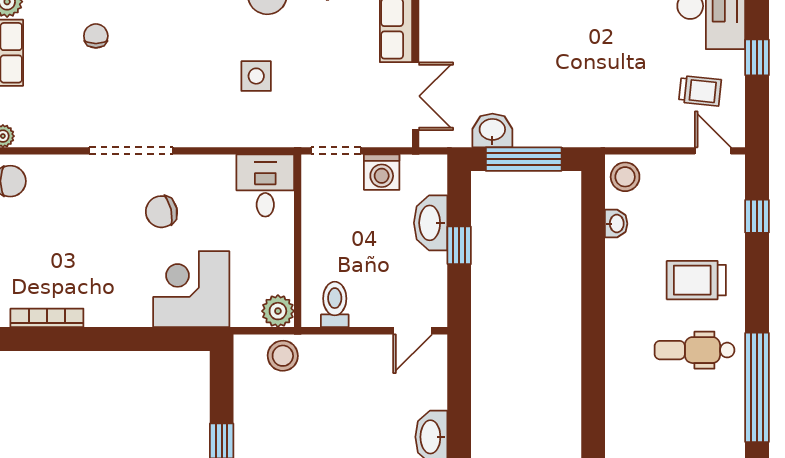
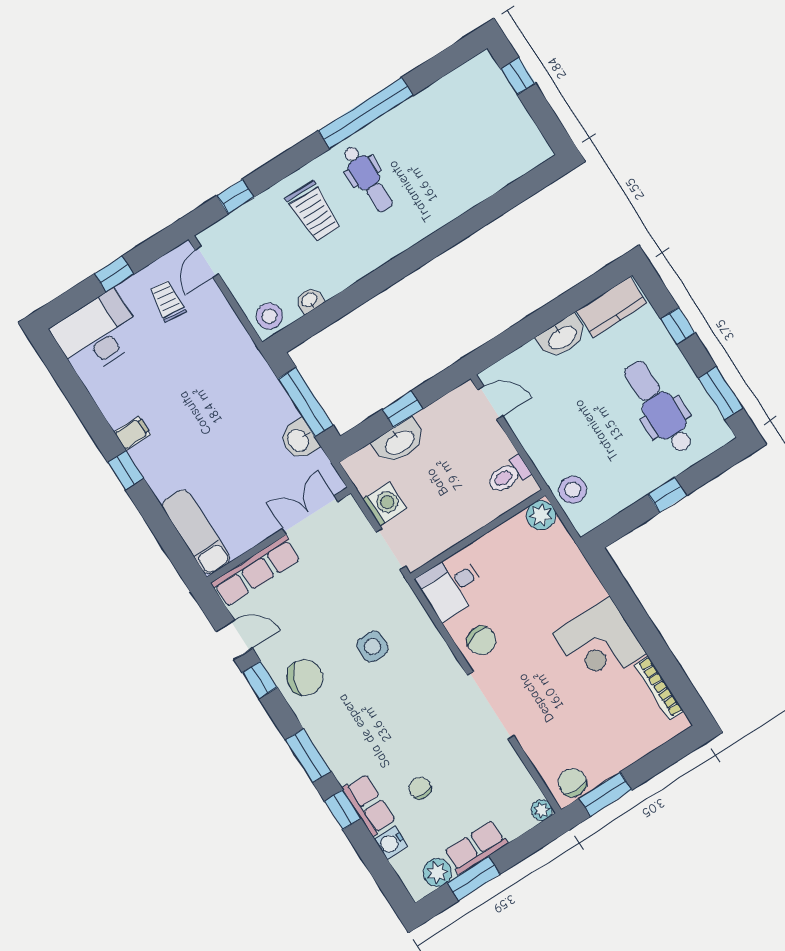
chair: (96, 36) -> (420, 788), turned 90
chair: (161, 212) -> (482, 641), moved
corner desk: (191, 289) -> (599, 643), moved

